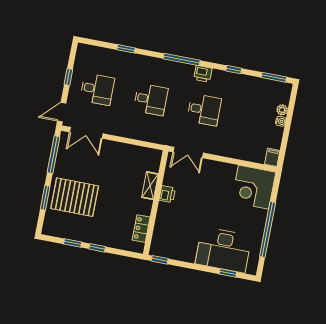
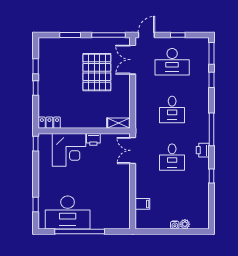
window: (274, 77) -> (212, 53), moved
desk: (97, 89) -> (172, 62), width x1.37
door: (62, 112) -> (146, 35), hinge flipped
filing cabinet: (272, 157) -> (142, 204), moved
shelving: (150, 186) -> (119, 123), moved
corner desk: (254, 187) -> (69, 150), moved, turned 180
pallet: (75, 197) -> (97, 72), moved
locker: (141, 229) -> (49, 123), moved
desk: (223, 250) -> (68, 212), moved, turned -90

